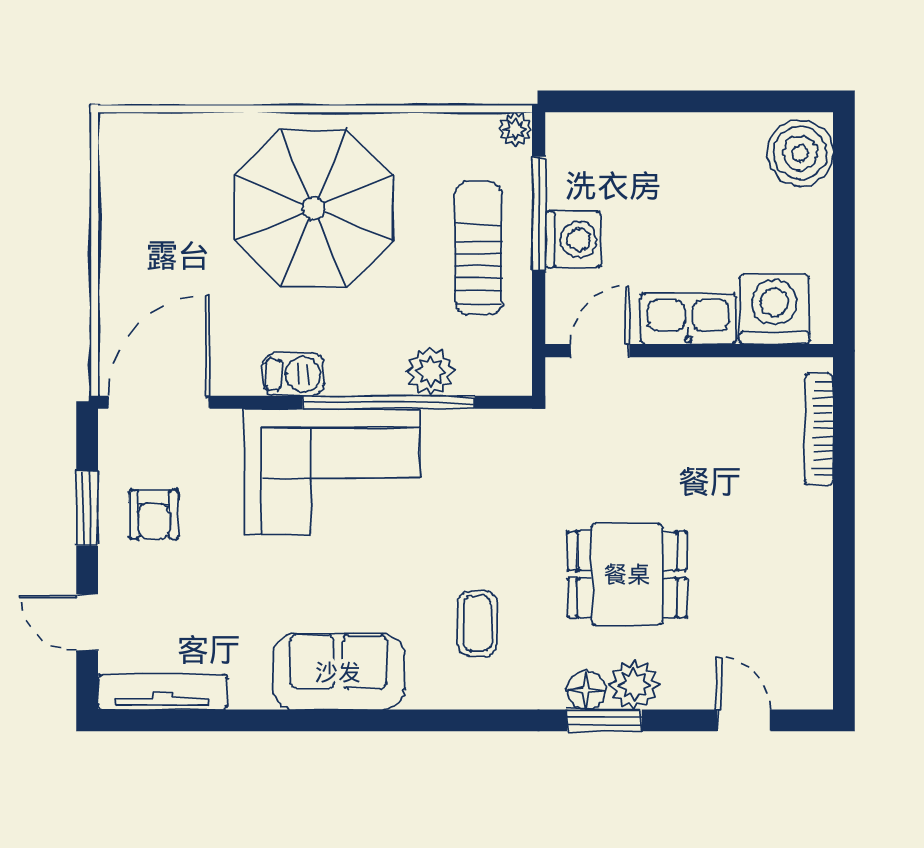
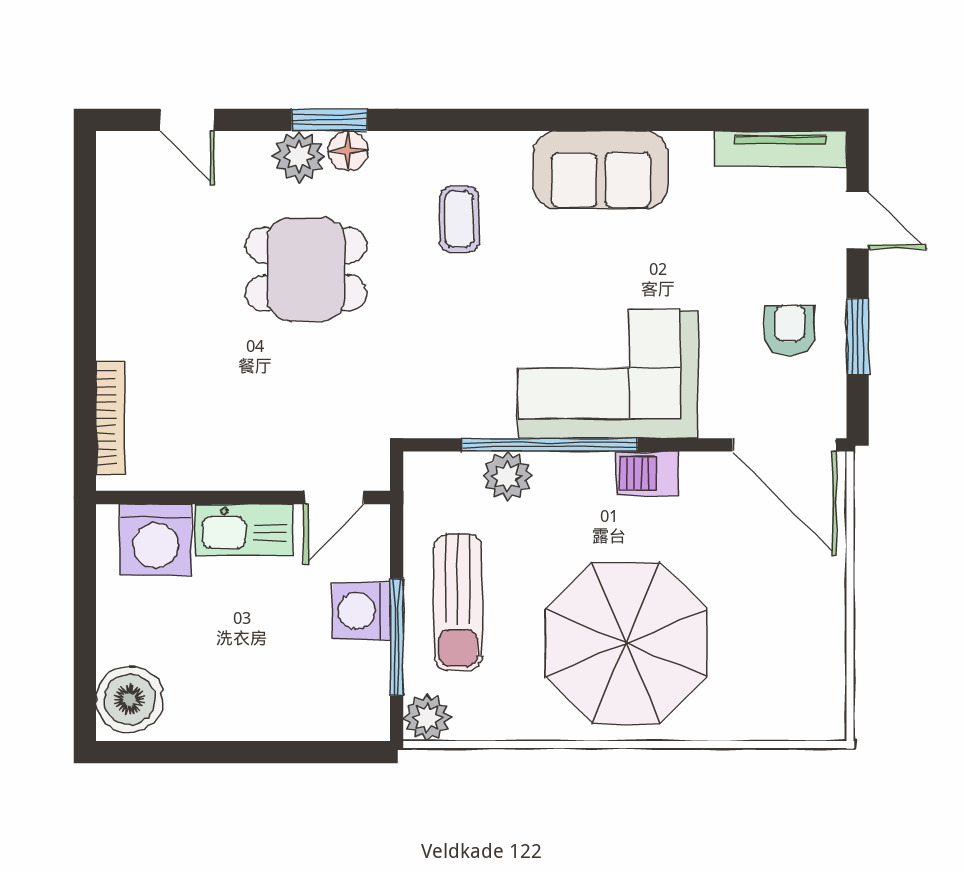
plant: (515, 129) -> (427, 717), width x1.38, depth x1.38
door: (159, 402) -> (784, 445), hinge flipped

